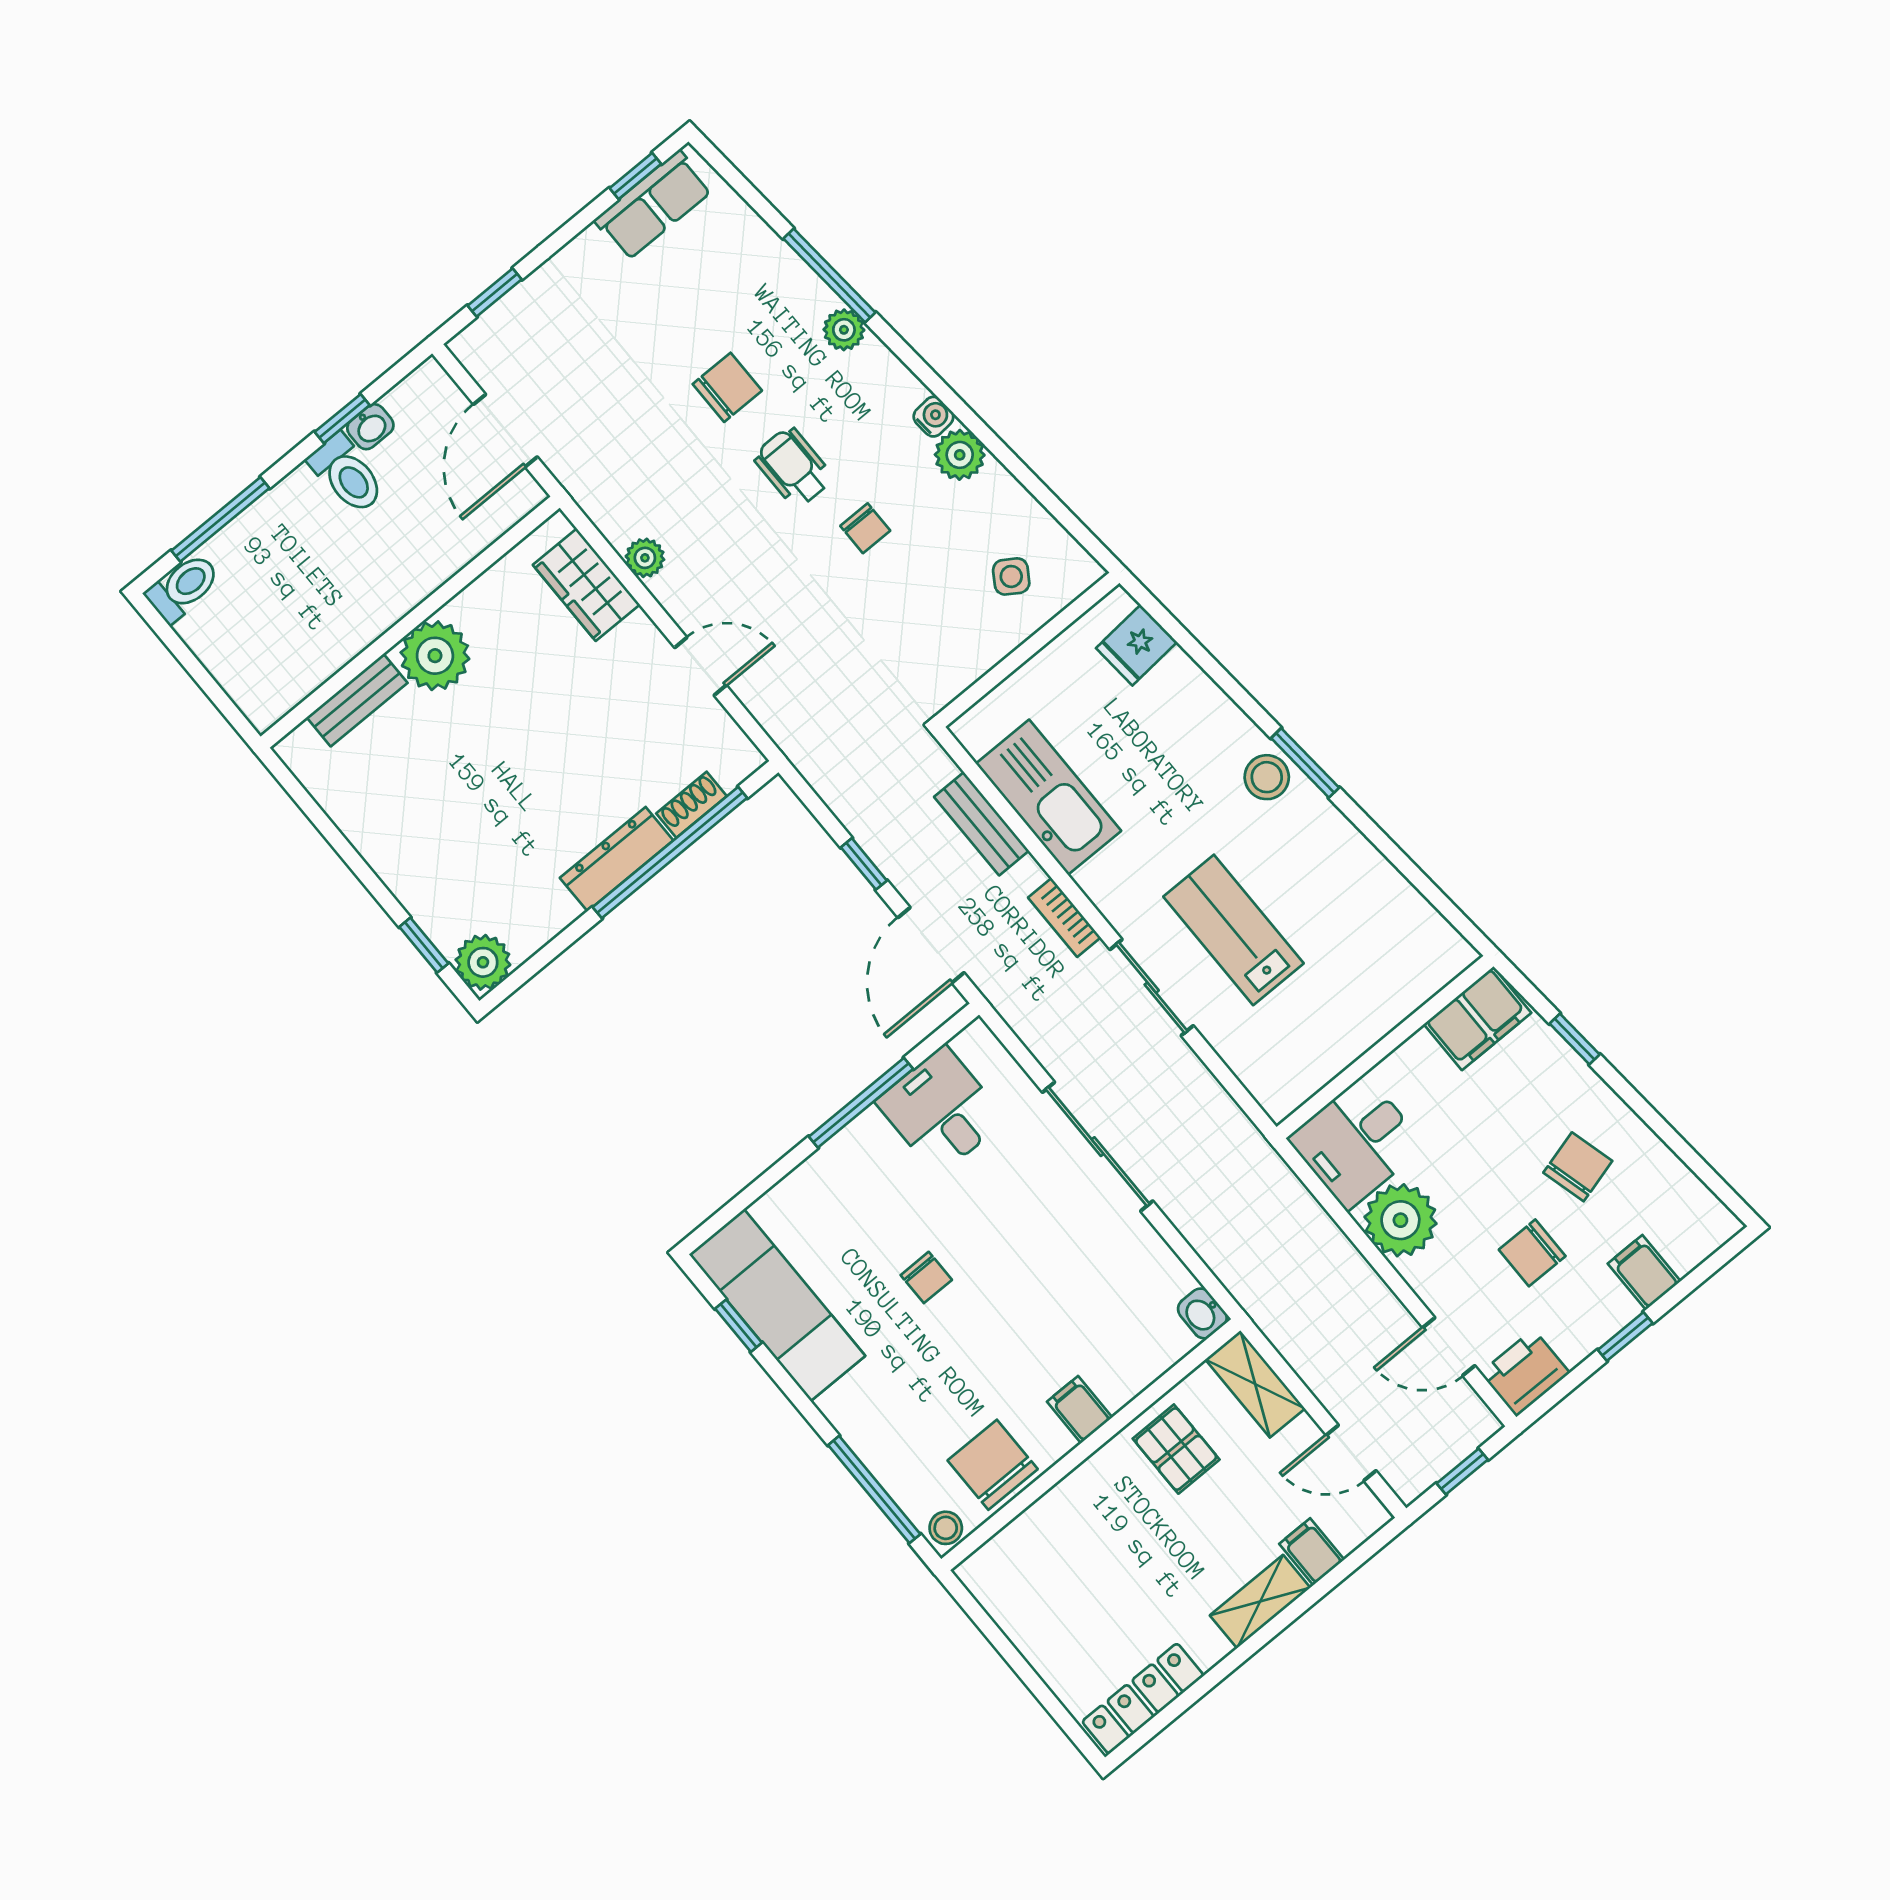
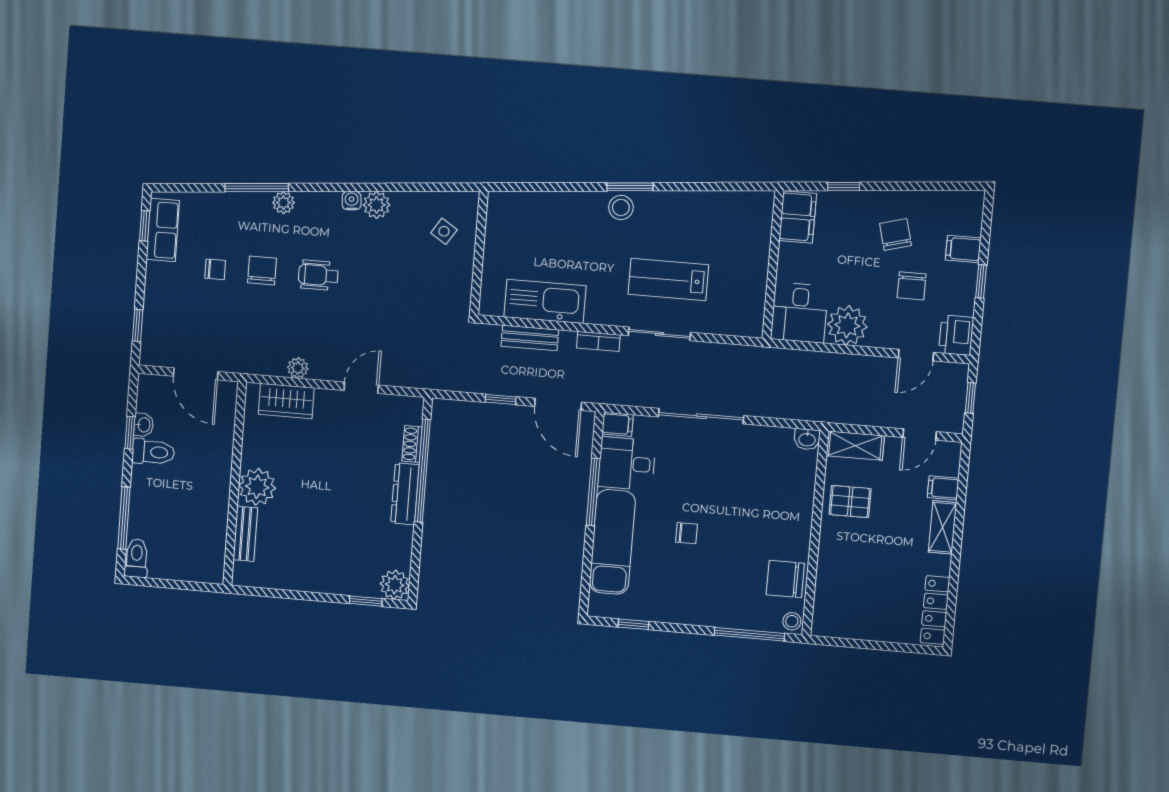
chair: (865, 528) -> (215, 269), moved
fridge: (1136, 645) -> (519, 208), removed
exam couch: (777, 1305) -> (612, 542), moved, turned 90
filing cabinet: (1080, 1410) -> (618, 424), moved, turned 180

